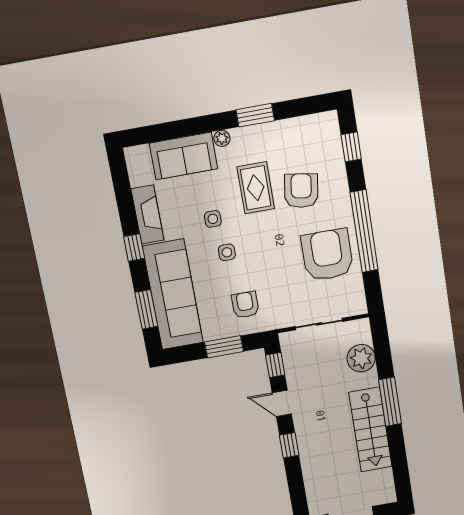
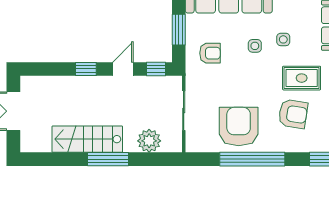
armchair: (327, 255) -> (239, 126), turned -90

